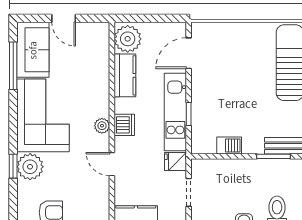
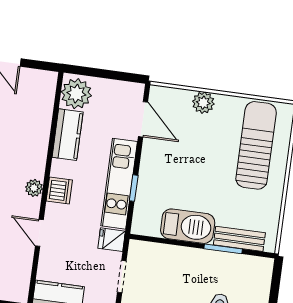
plant: (239, 32) -> (203, 103), added
door: (189, 53) -> (143, 119), swing flipped
barbecue: (229, 145) -> (188, 226), width x1.88, depth x1.53

